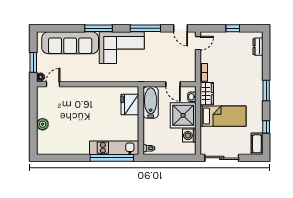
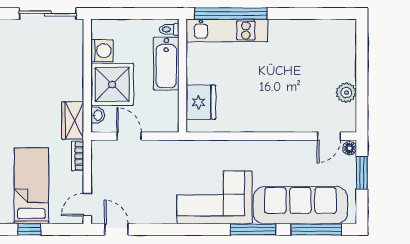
window: (145, 28) -> (316, 229), moved
bathtub: (151, 102) -> (166, 64), moved
bed: (223, 116) -> (31, 186), moved, turned 90
plant: (43, 124) -> (346, 93), moved

